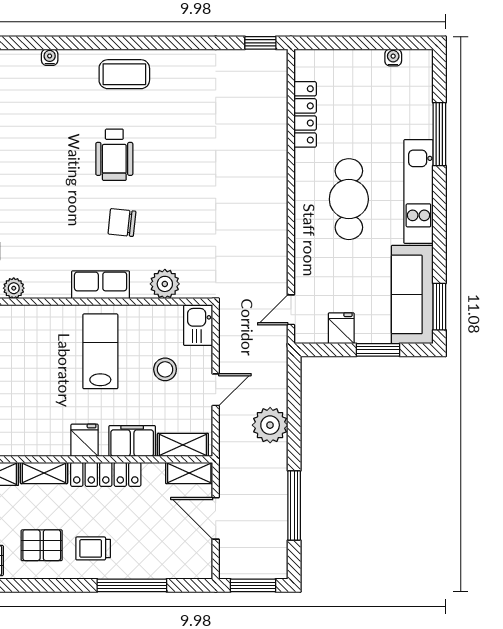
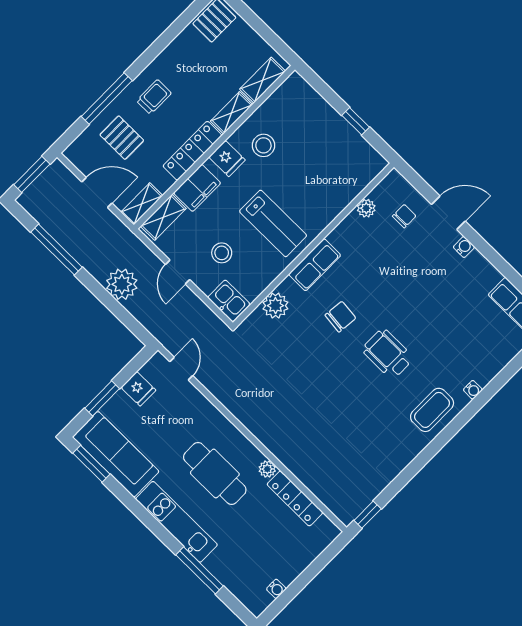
water cooler: (50, 57) -> (473, 390), moved
plant: (303, 160) -> (267, 469), added
stool: (45, 421) -> (263, 145), added
pallet: (42, 545) -> (122, 138), moved, turned 90

